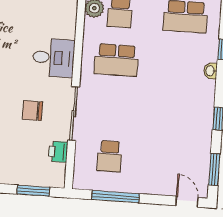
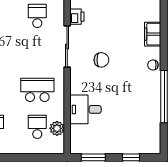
desk: (54, 58) -> (85, 109), moved
chair: (32, 111) -> (101, 60), moved

